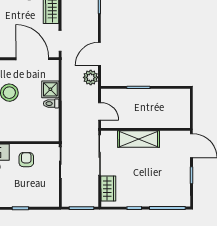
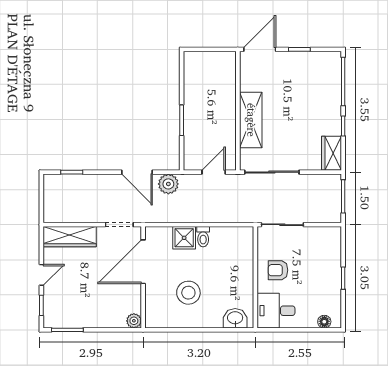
wardrobe: (108, 189) -> (331, 153), moved, turned -90

